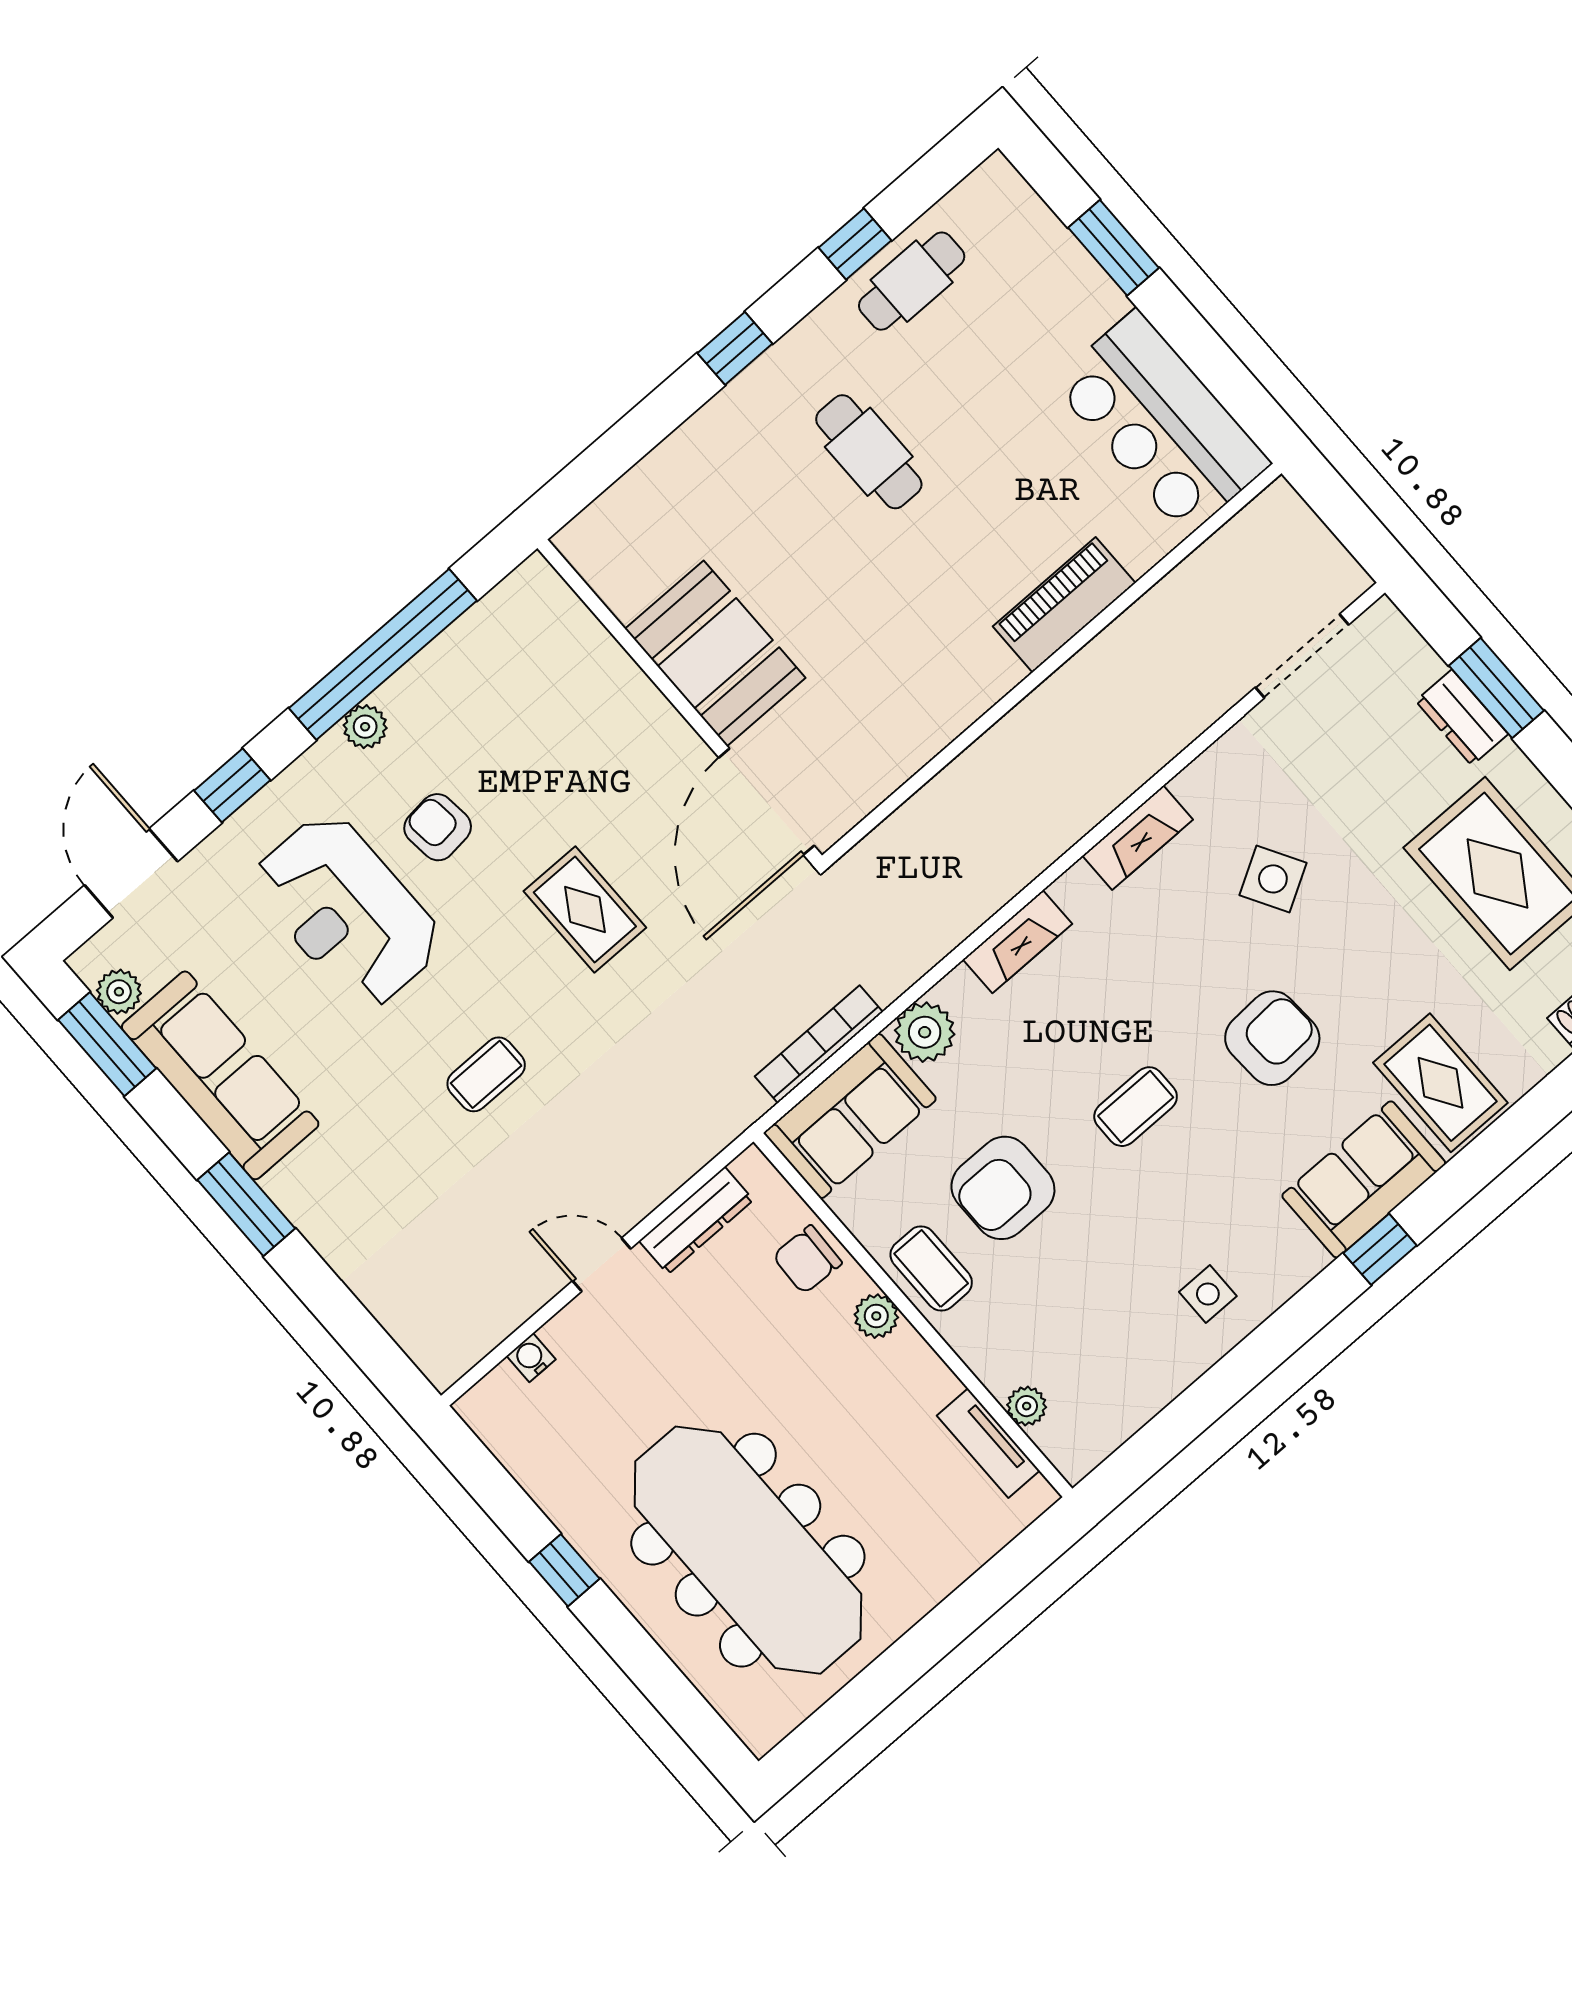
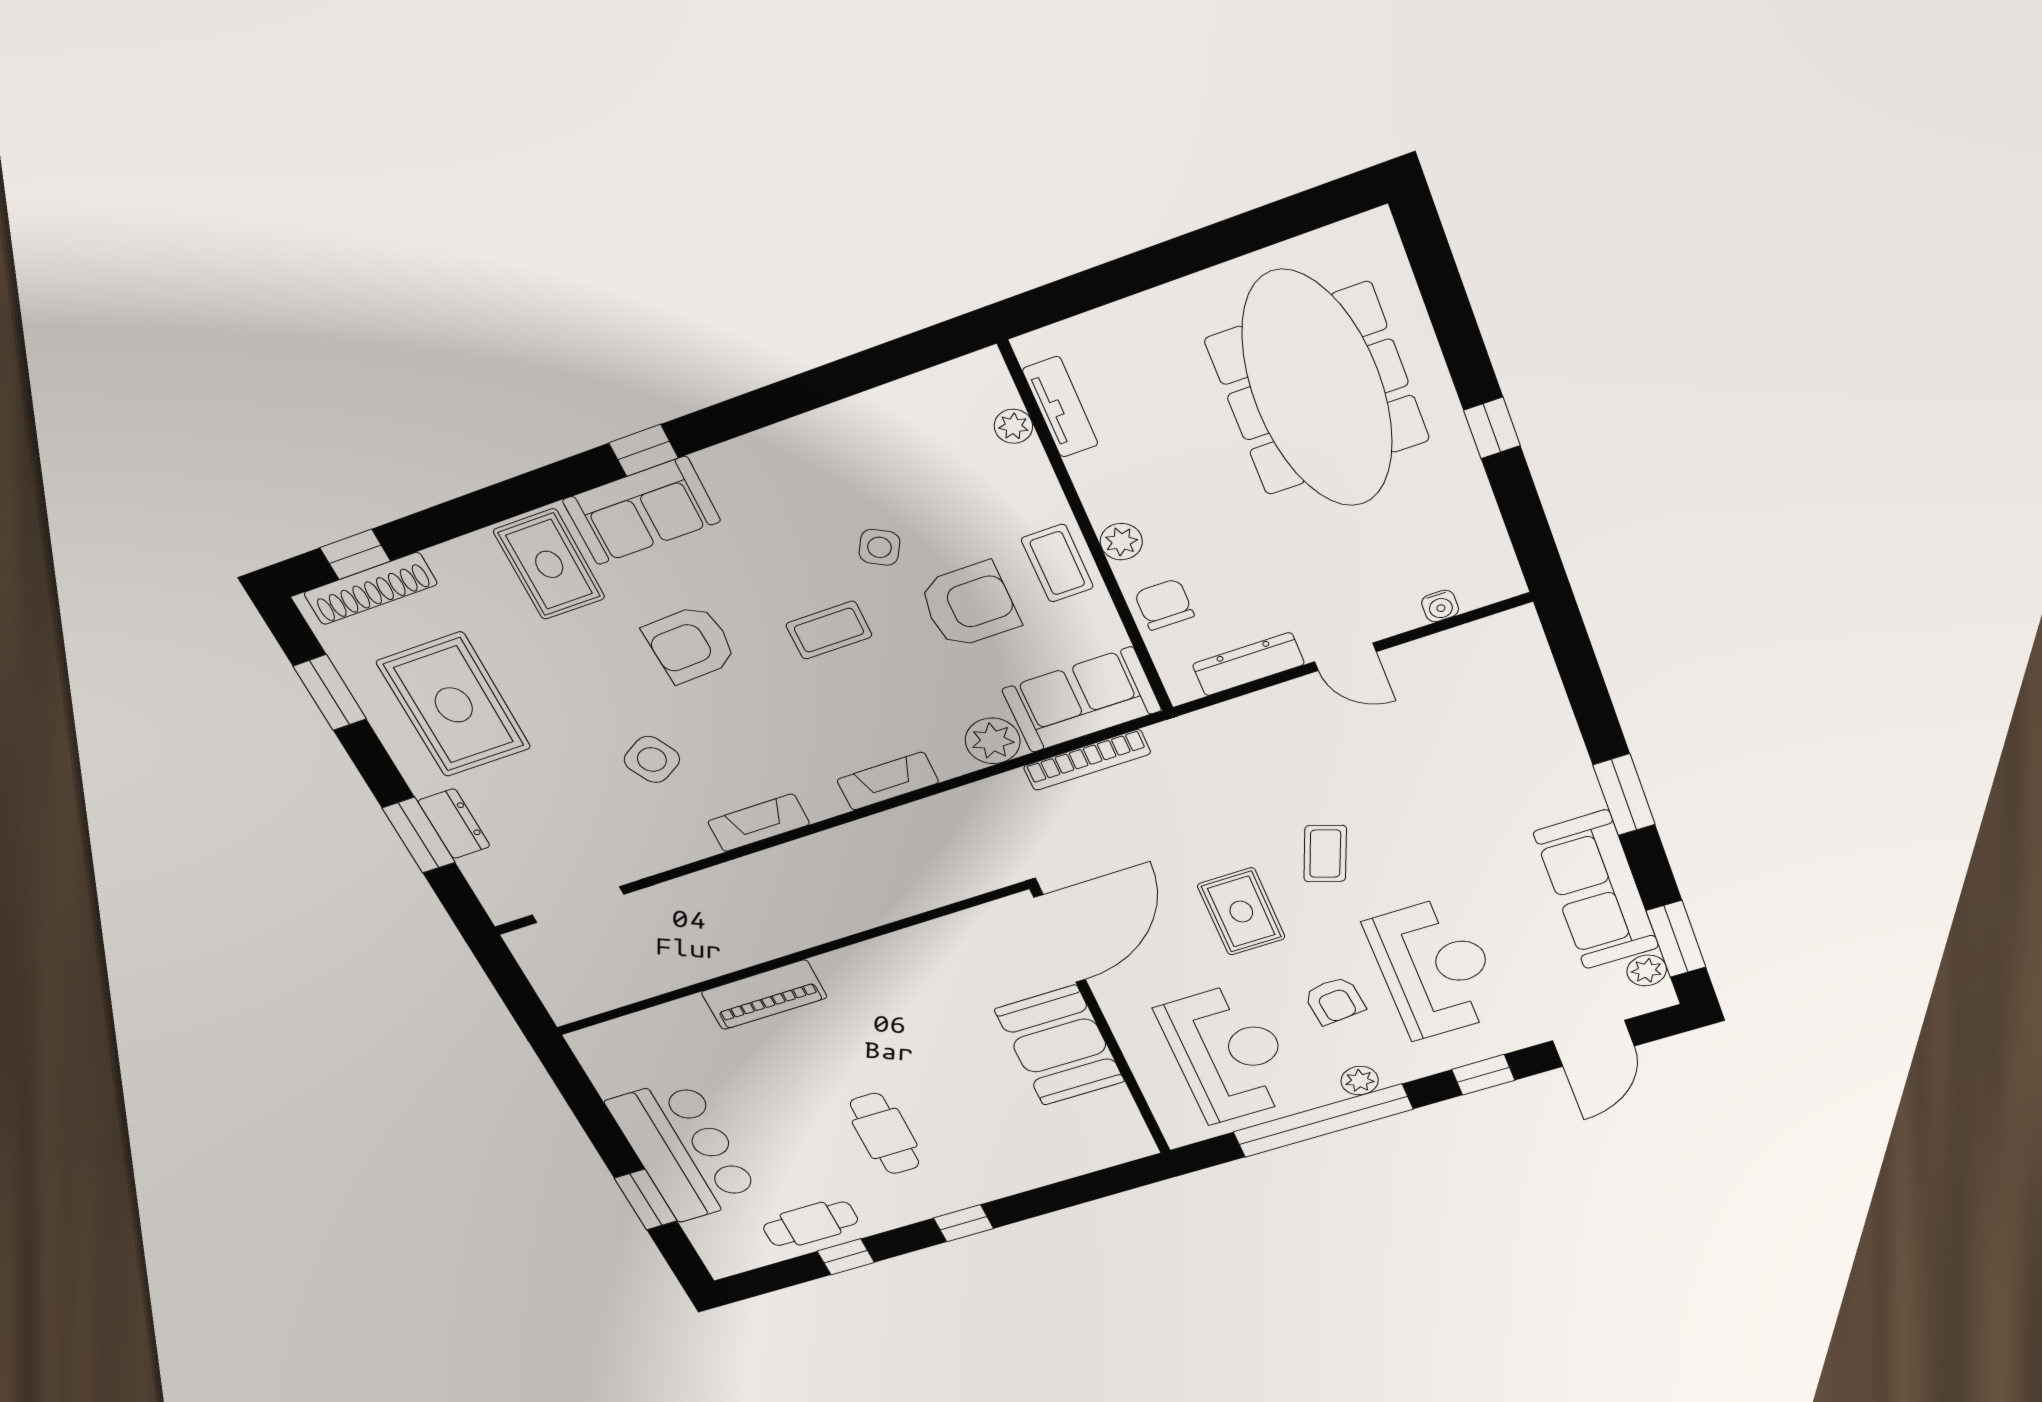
bar counter: (1161, 423) -> (684, 1150), moved
reception desk: (525, 711) -> (1228, 1054), added
coffee table: (486, 1074) -> (1325, 854), moved, turned -70
chair: (807, 1260) -> (1164, 605), turned -92
side table: (1208, 1294) -> (879, 547), moved, turned 30

